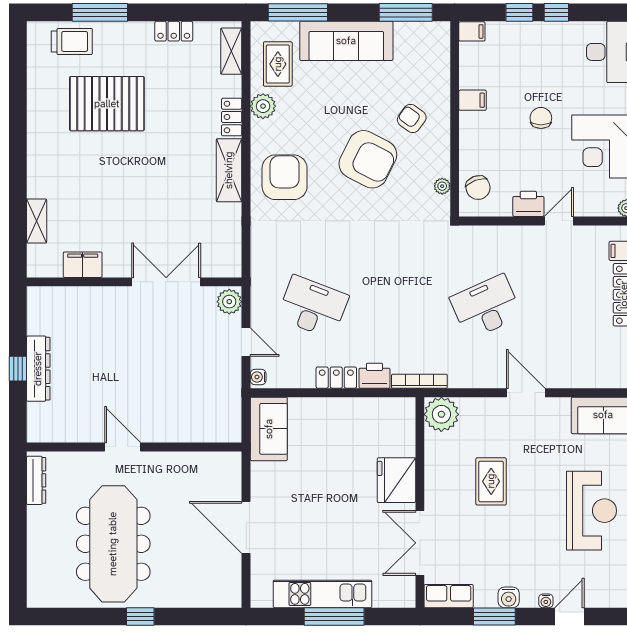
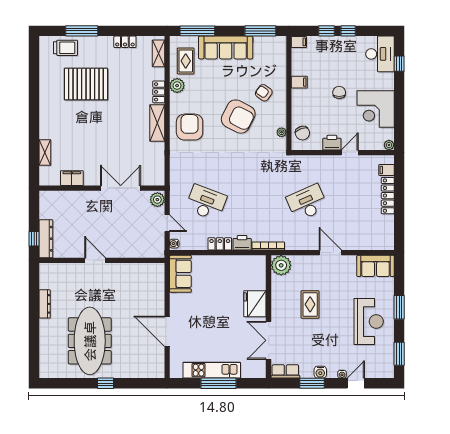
door: (123, 447) -> (95, 260), moved
wall: (134, 447) -> (102, 260), moved

